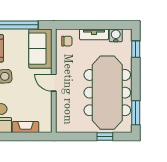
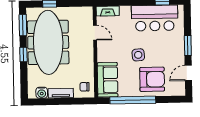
window: (136, 49) -> (23, 55), moved
door: (54, 83) -> (95, 33), moved
fireplace: (26, 127) -> (108, 11), moved

